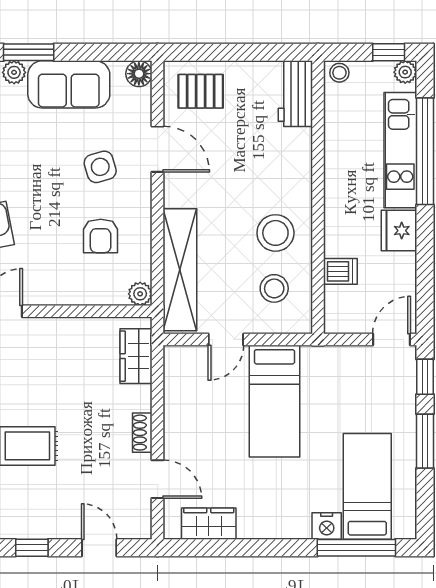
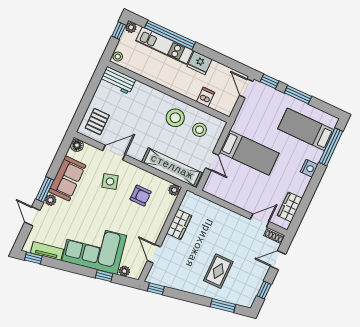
wardrobe: (136, 356) -> (179, 224), moved, turned -90
shoe rack: (142, 433) -> (274, 235), moved
nightstand: (327, 526) -> (309, 168), moved

